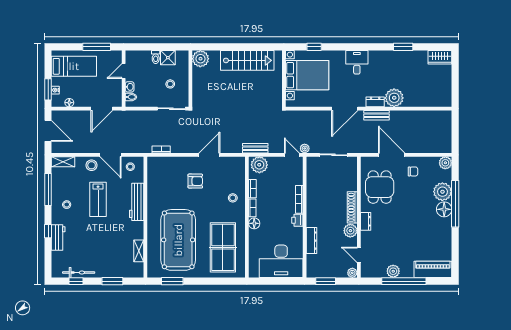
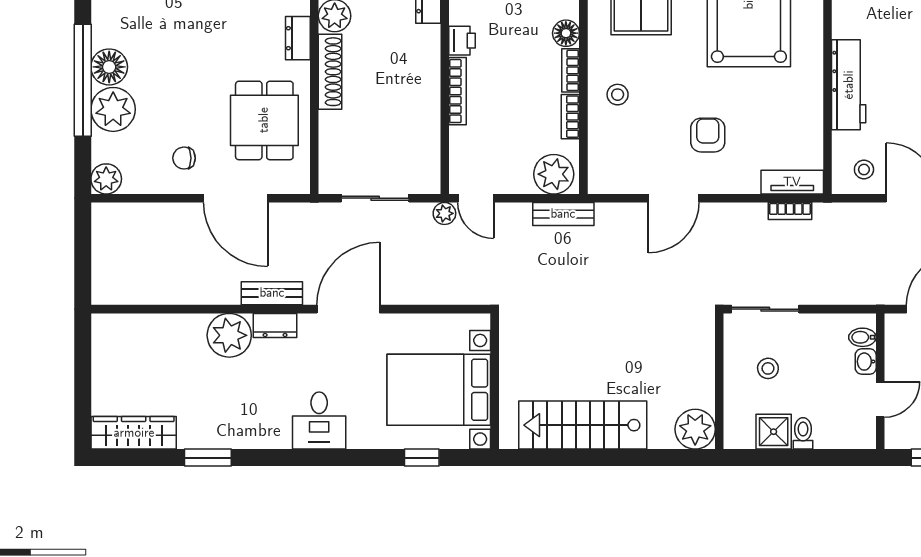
wardrobe: (440, 57) -> (134, 433), width x1.50
tv unit: (160, 161) -> (792, 182), added
armchair: (195, 181) -> (708, 135), turned 90

